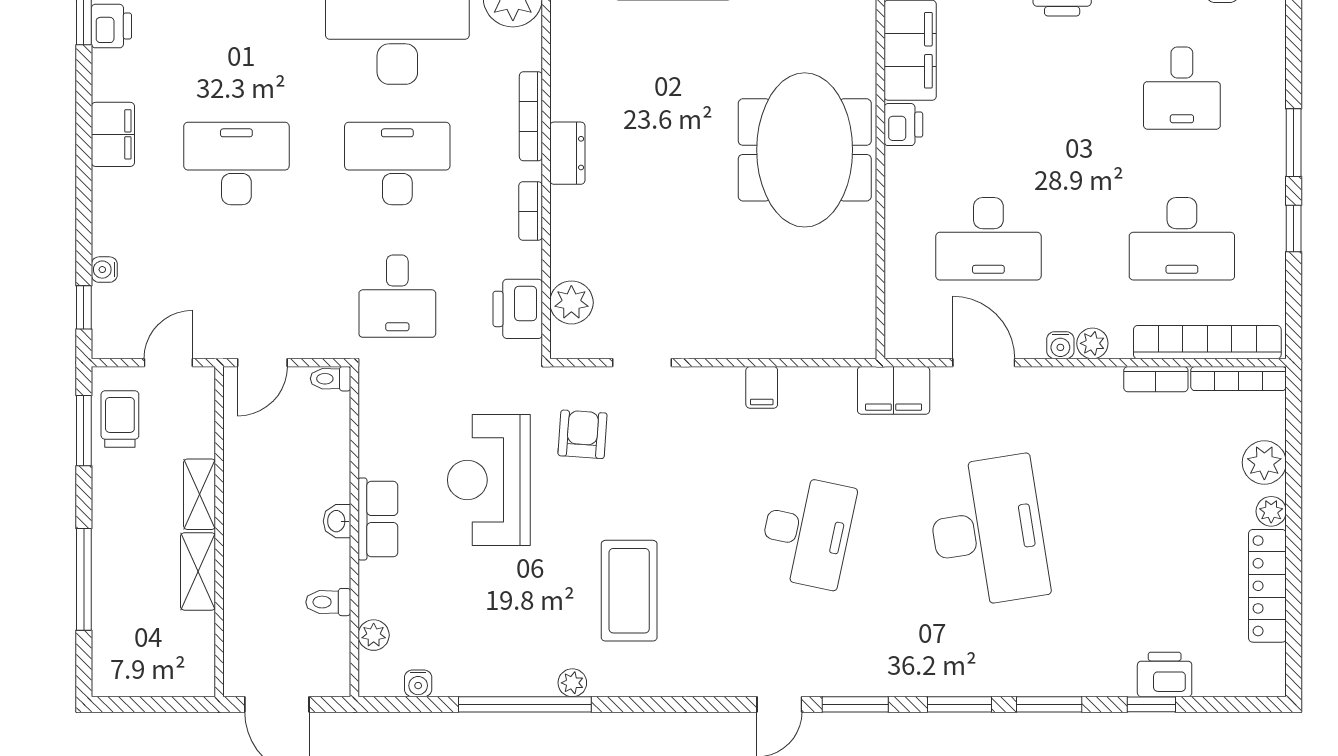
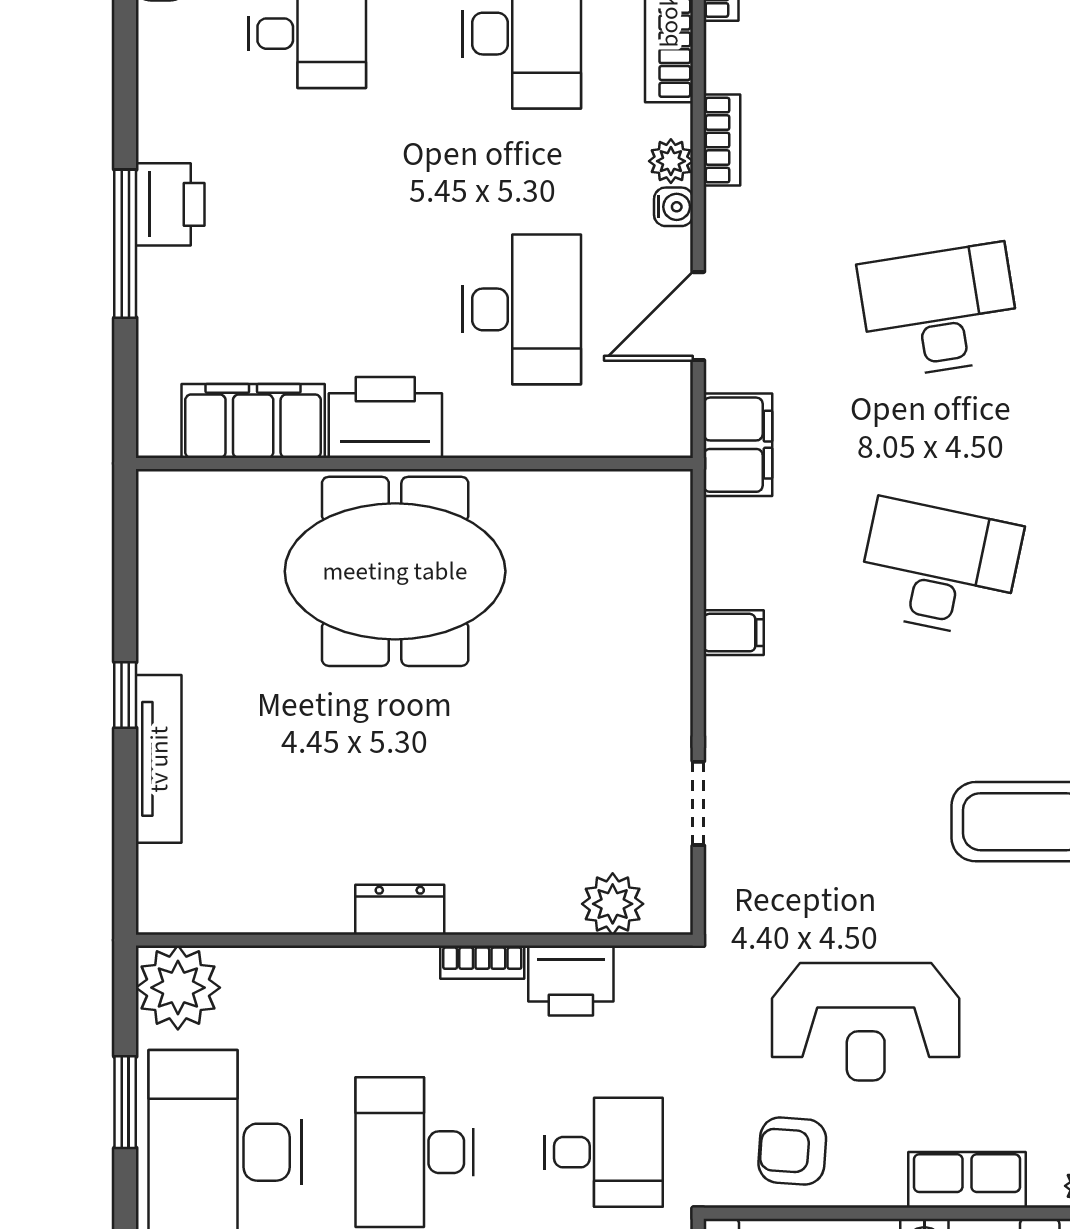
bookcase: (531, 116) -> (347, 962), removed
printer: (903, 125) -> (385, 417), width x1.87, depth x1.48
printer: (518, 309) -> (571, 981), moved
bookcase: (1156, 379) -> (722, 140), moved
armchair: (583, 434) -> (792, 1151), moved
row of seats: (378, 519) -> (967, 1180), moved
desk: (987, 532) -> (939, 311), width x0.73, depth x0.77

